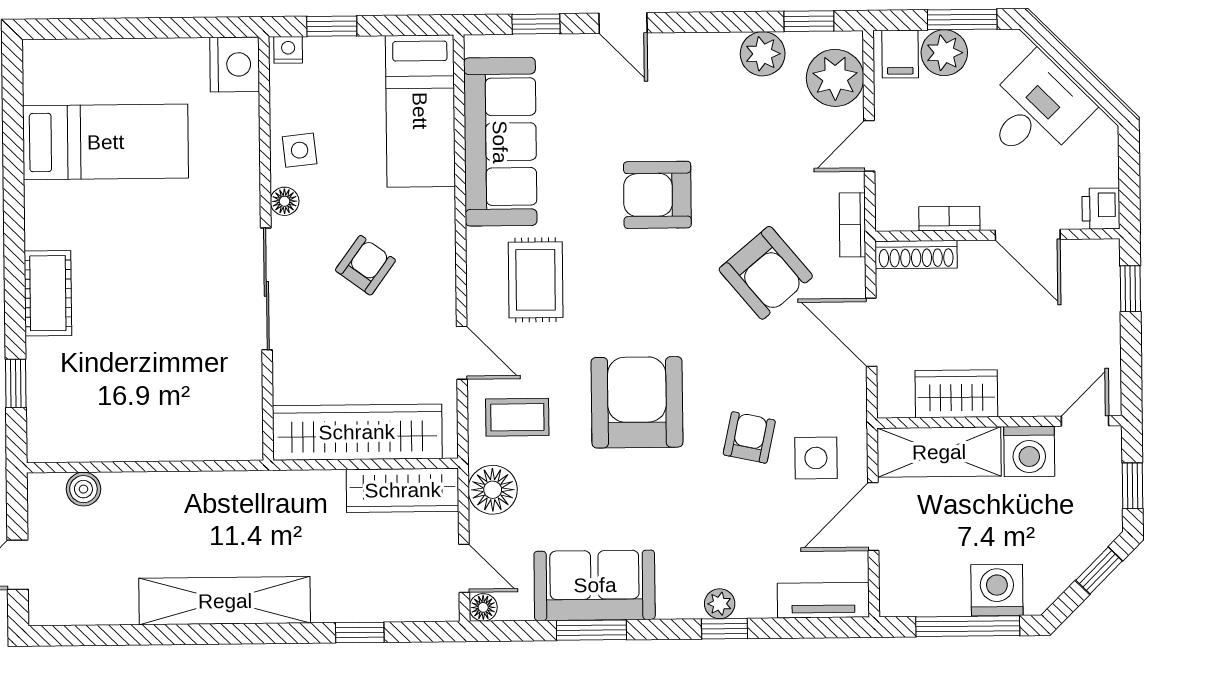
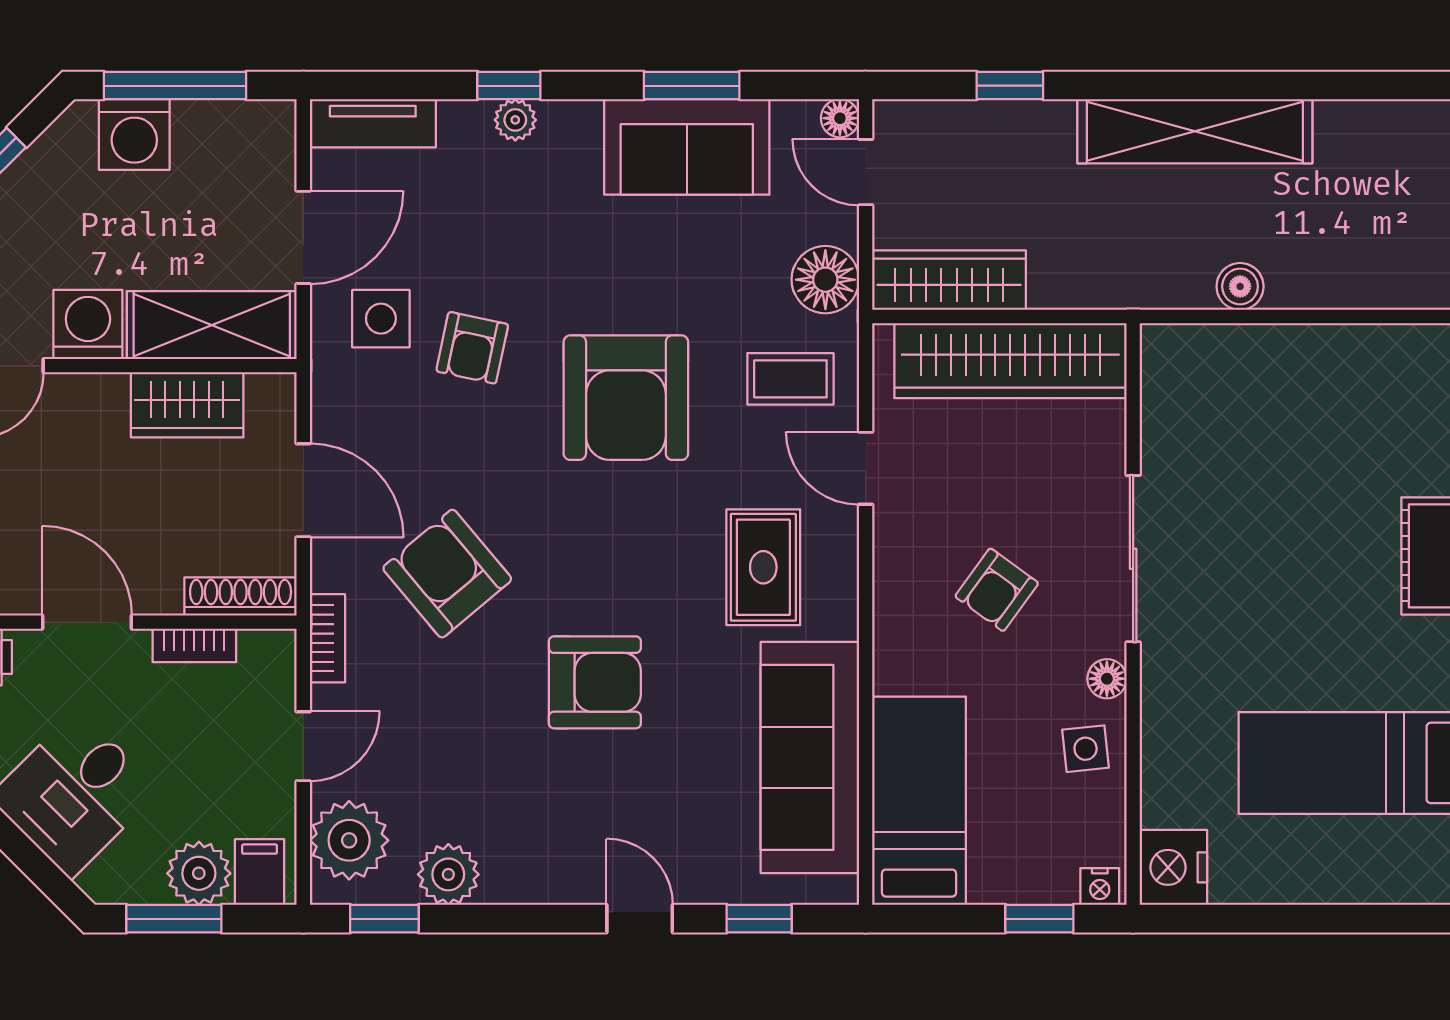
boiler: (83, 489) -> (1240, 286), moved

